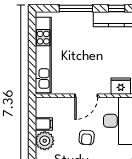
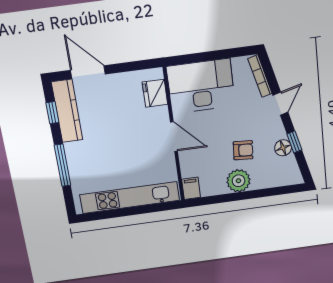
filing cabinet: (44, 124) -> (191, 188), moved
armchair: (87, 138) -> (243, 150), moved

